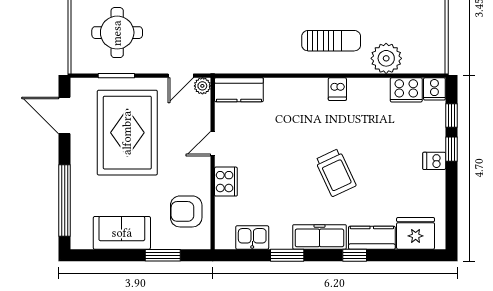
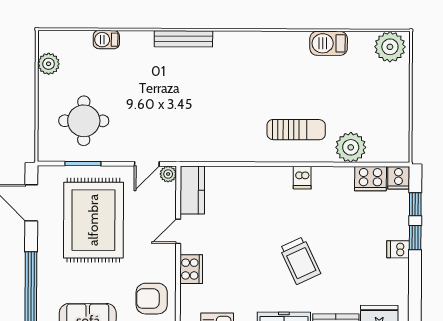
kitchen counter: (239, 90) -> (192, 190), moved, turned -90

